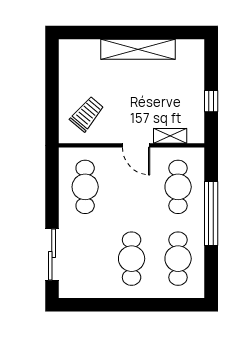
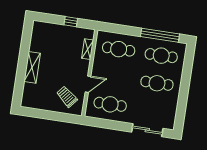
shelving: (138, 49) -> (32, 67), width x0.68
door: (136, 145) -> (88, 84), moved
window: (211, 213) -> (160, 35), moved

